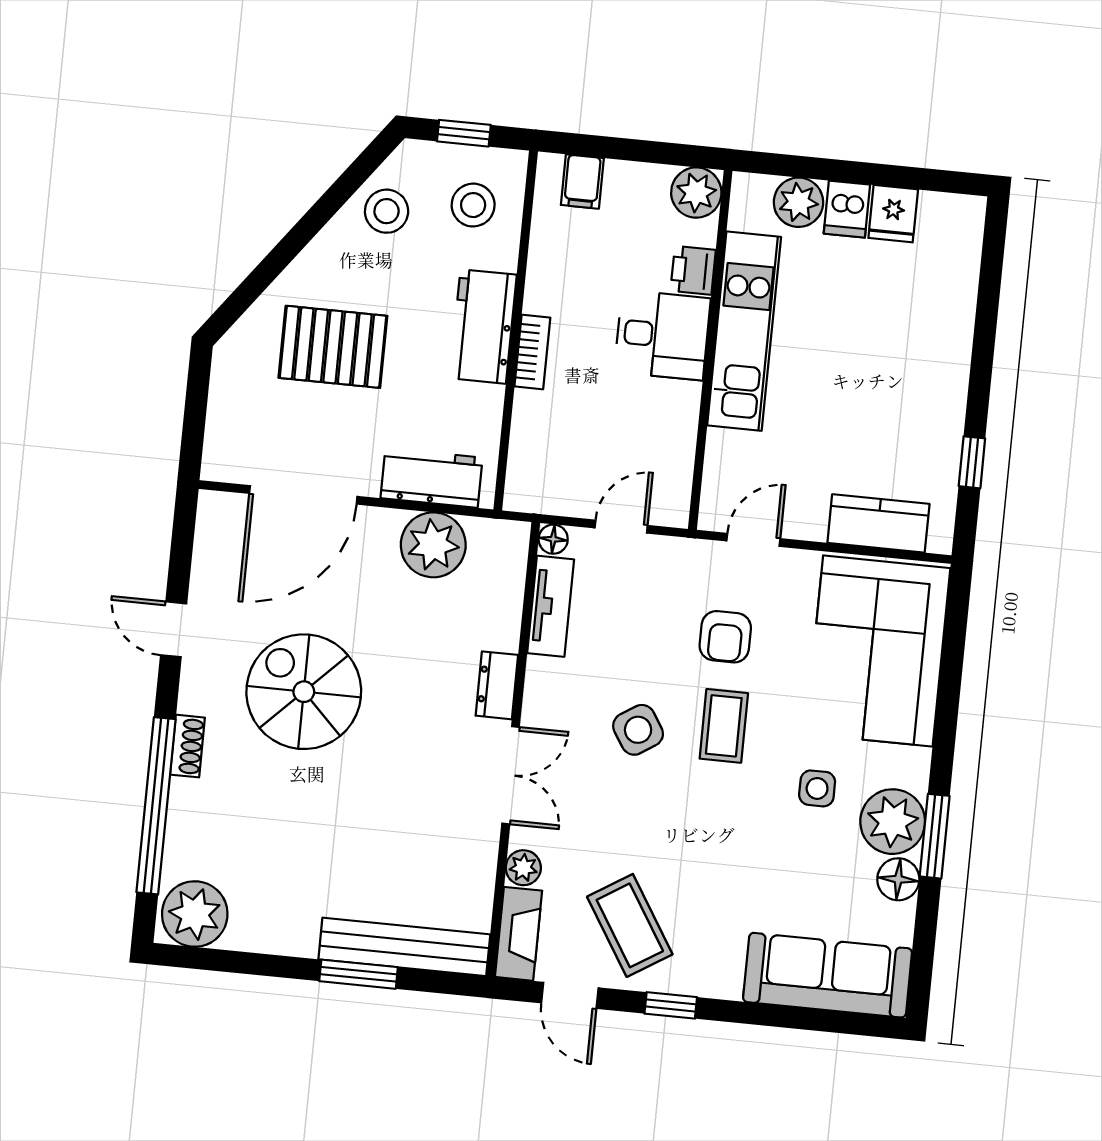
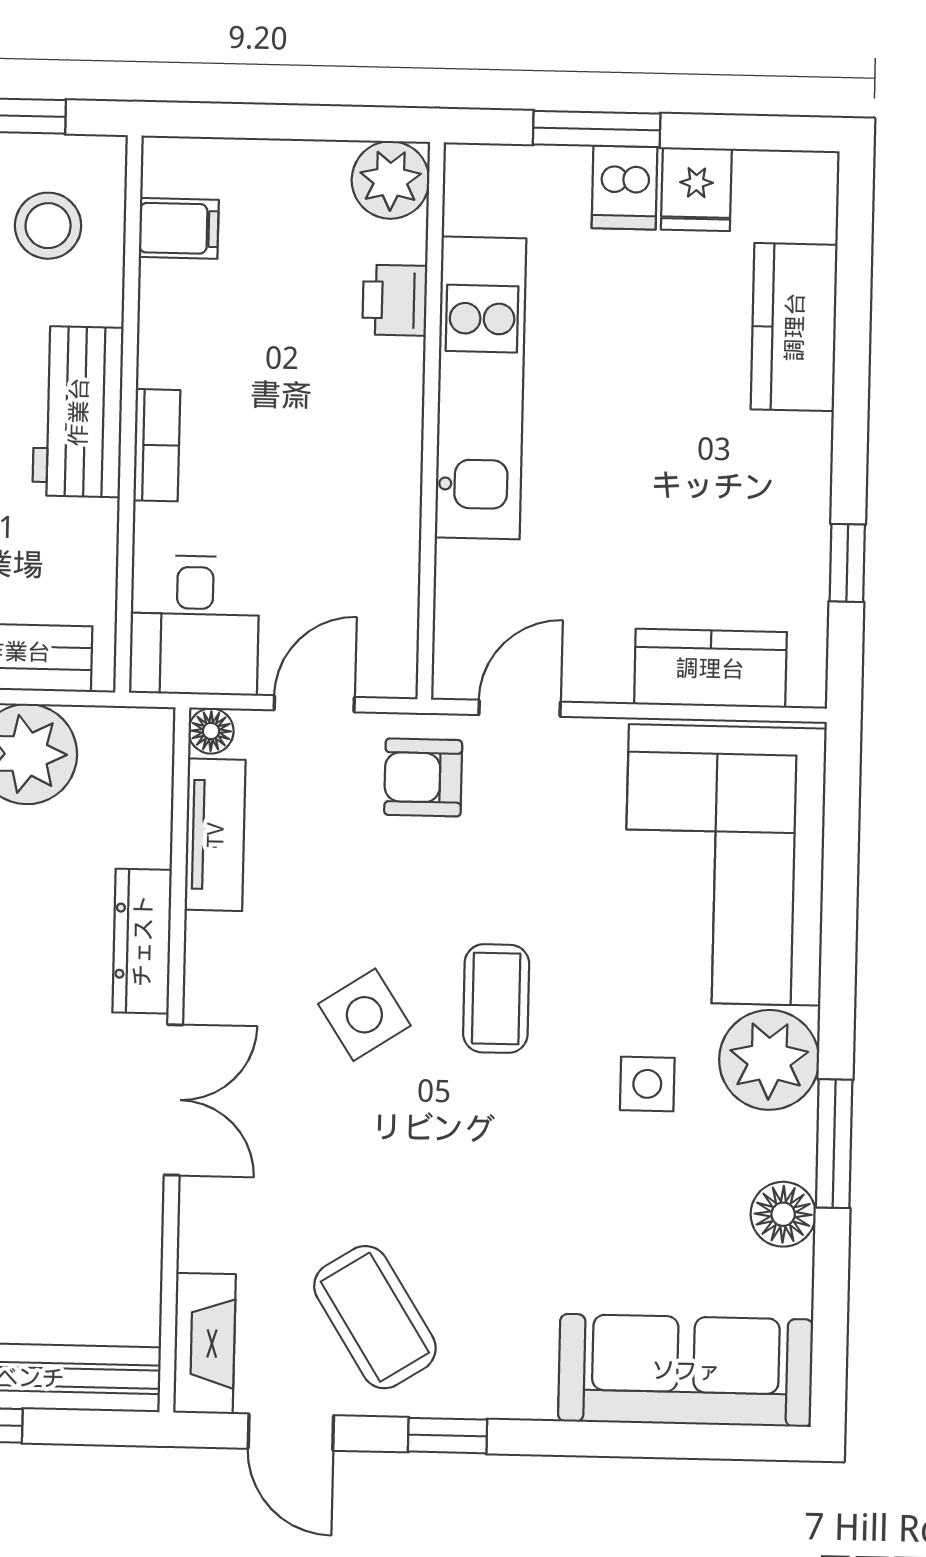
window: (832, 170) -> (597, 129), added
filing cabinet: (582, 182) -> (179, 228), moved, turned -90
plant: (798, 202) -> (549, 183), removed
kitchen counter: (949, 307) -> (794, 327), added
desk: (662, 335) -> (194, 625), moved, turned 90
armchair: (725, 637) -> (423, 777), moved, turned 90
dresser: (497, 685) -> (142, 941), width x1.44
plant: (893, 822) -> (769, 1060), moved
plant: (523, 868) -> (204, 1241), removed

